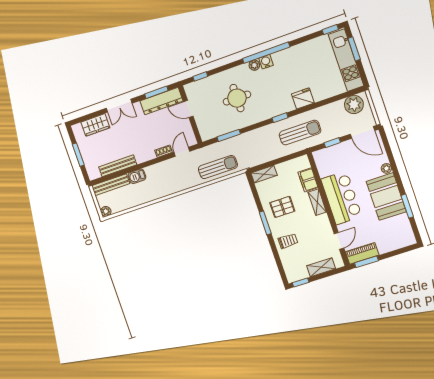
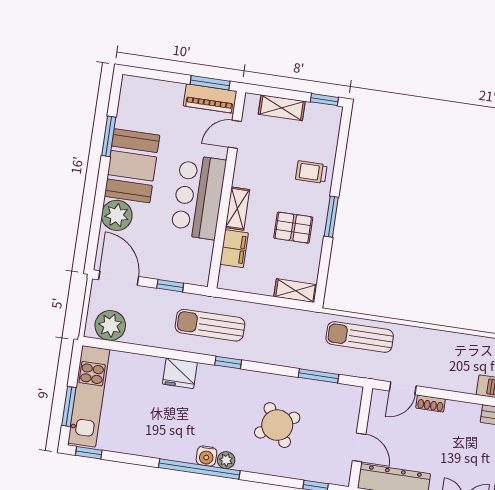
round table: (237, 98) -> (277, 425), turned -32
plant: (386, 168) -> (117, 215), width x1.88, depth x1.88

